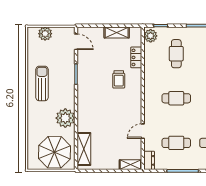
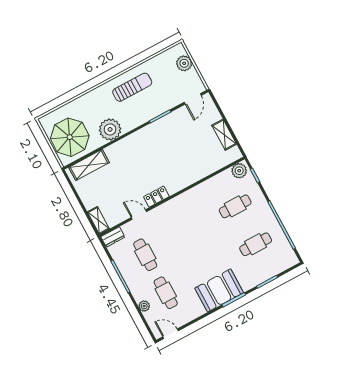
locker: (136, 57) -> (156, 197), moved
trolley: (119, 79) -> (178, 162), removed
cafe table: (176, 98) -> (190, 231), removed

